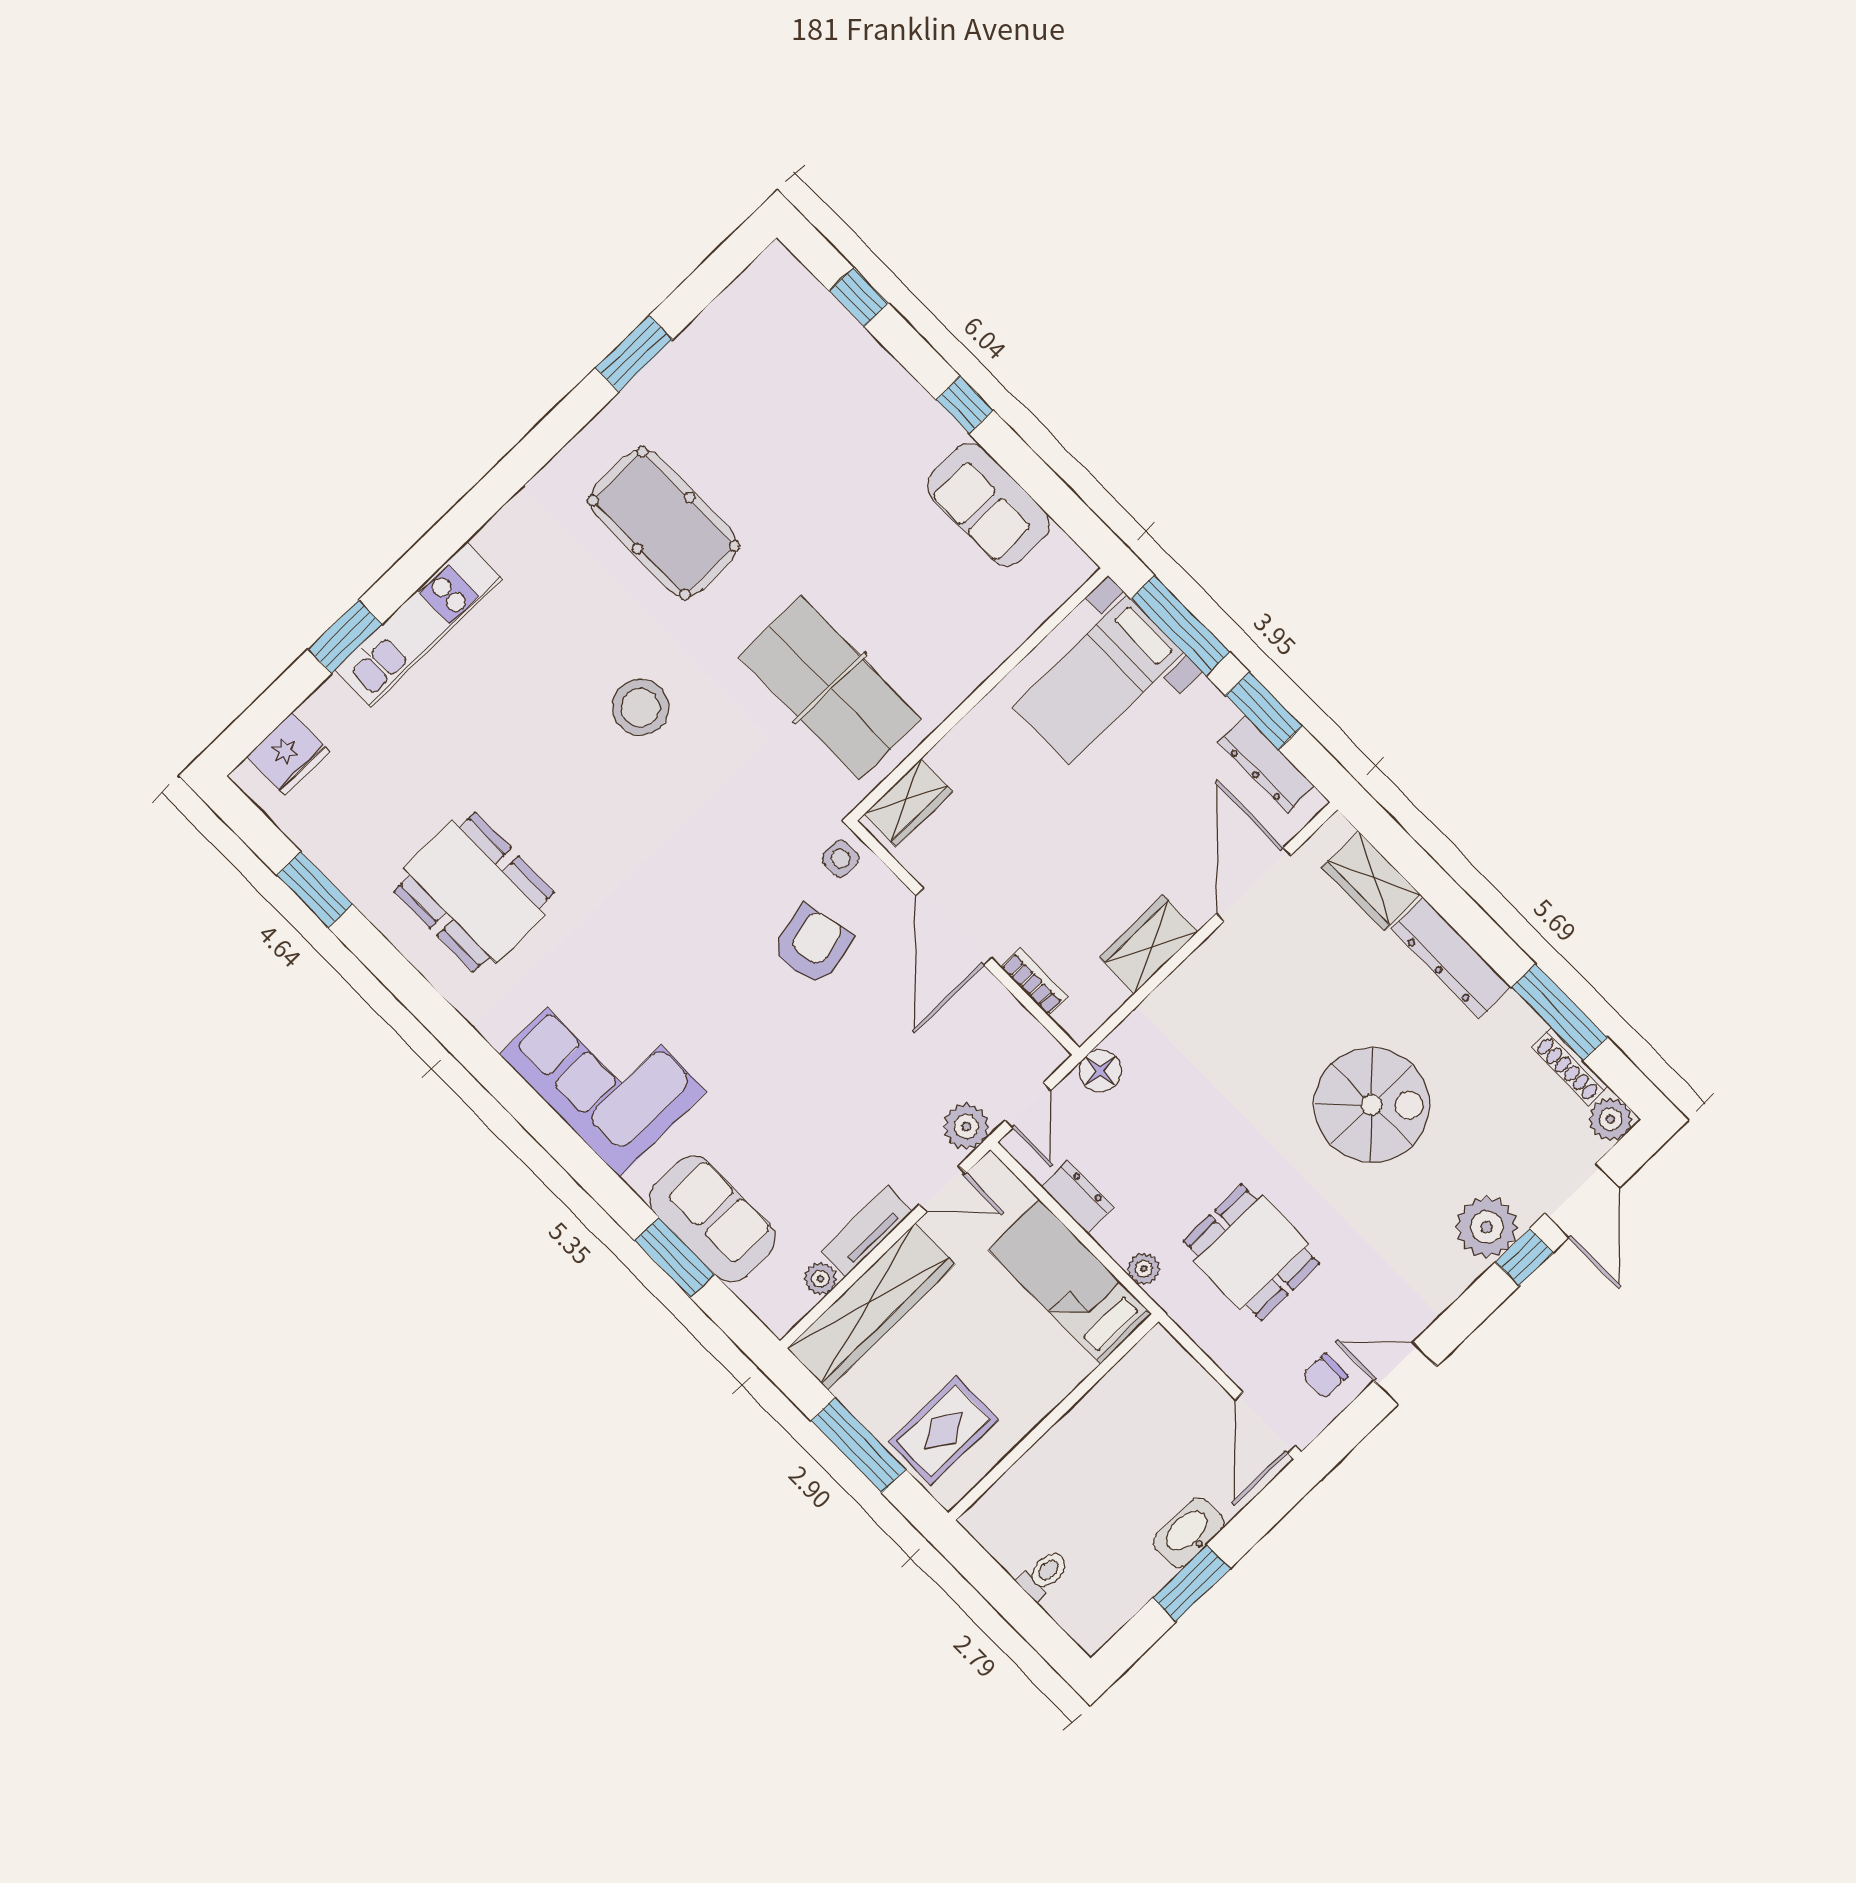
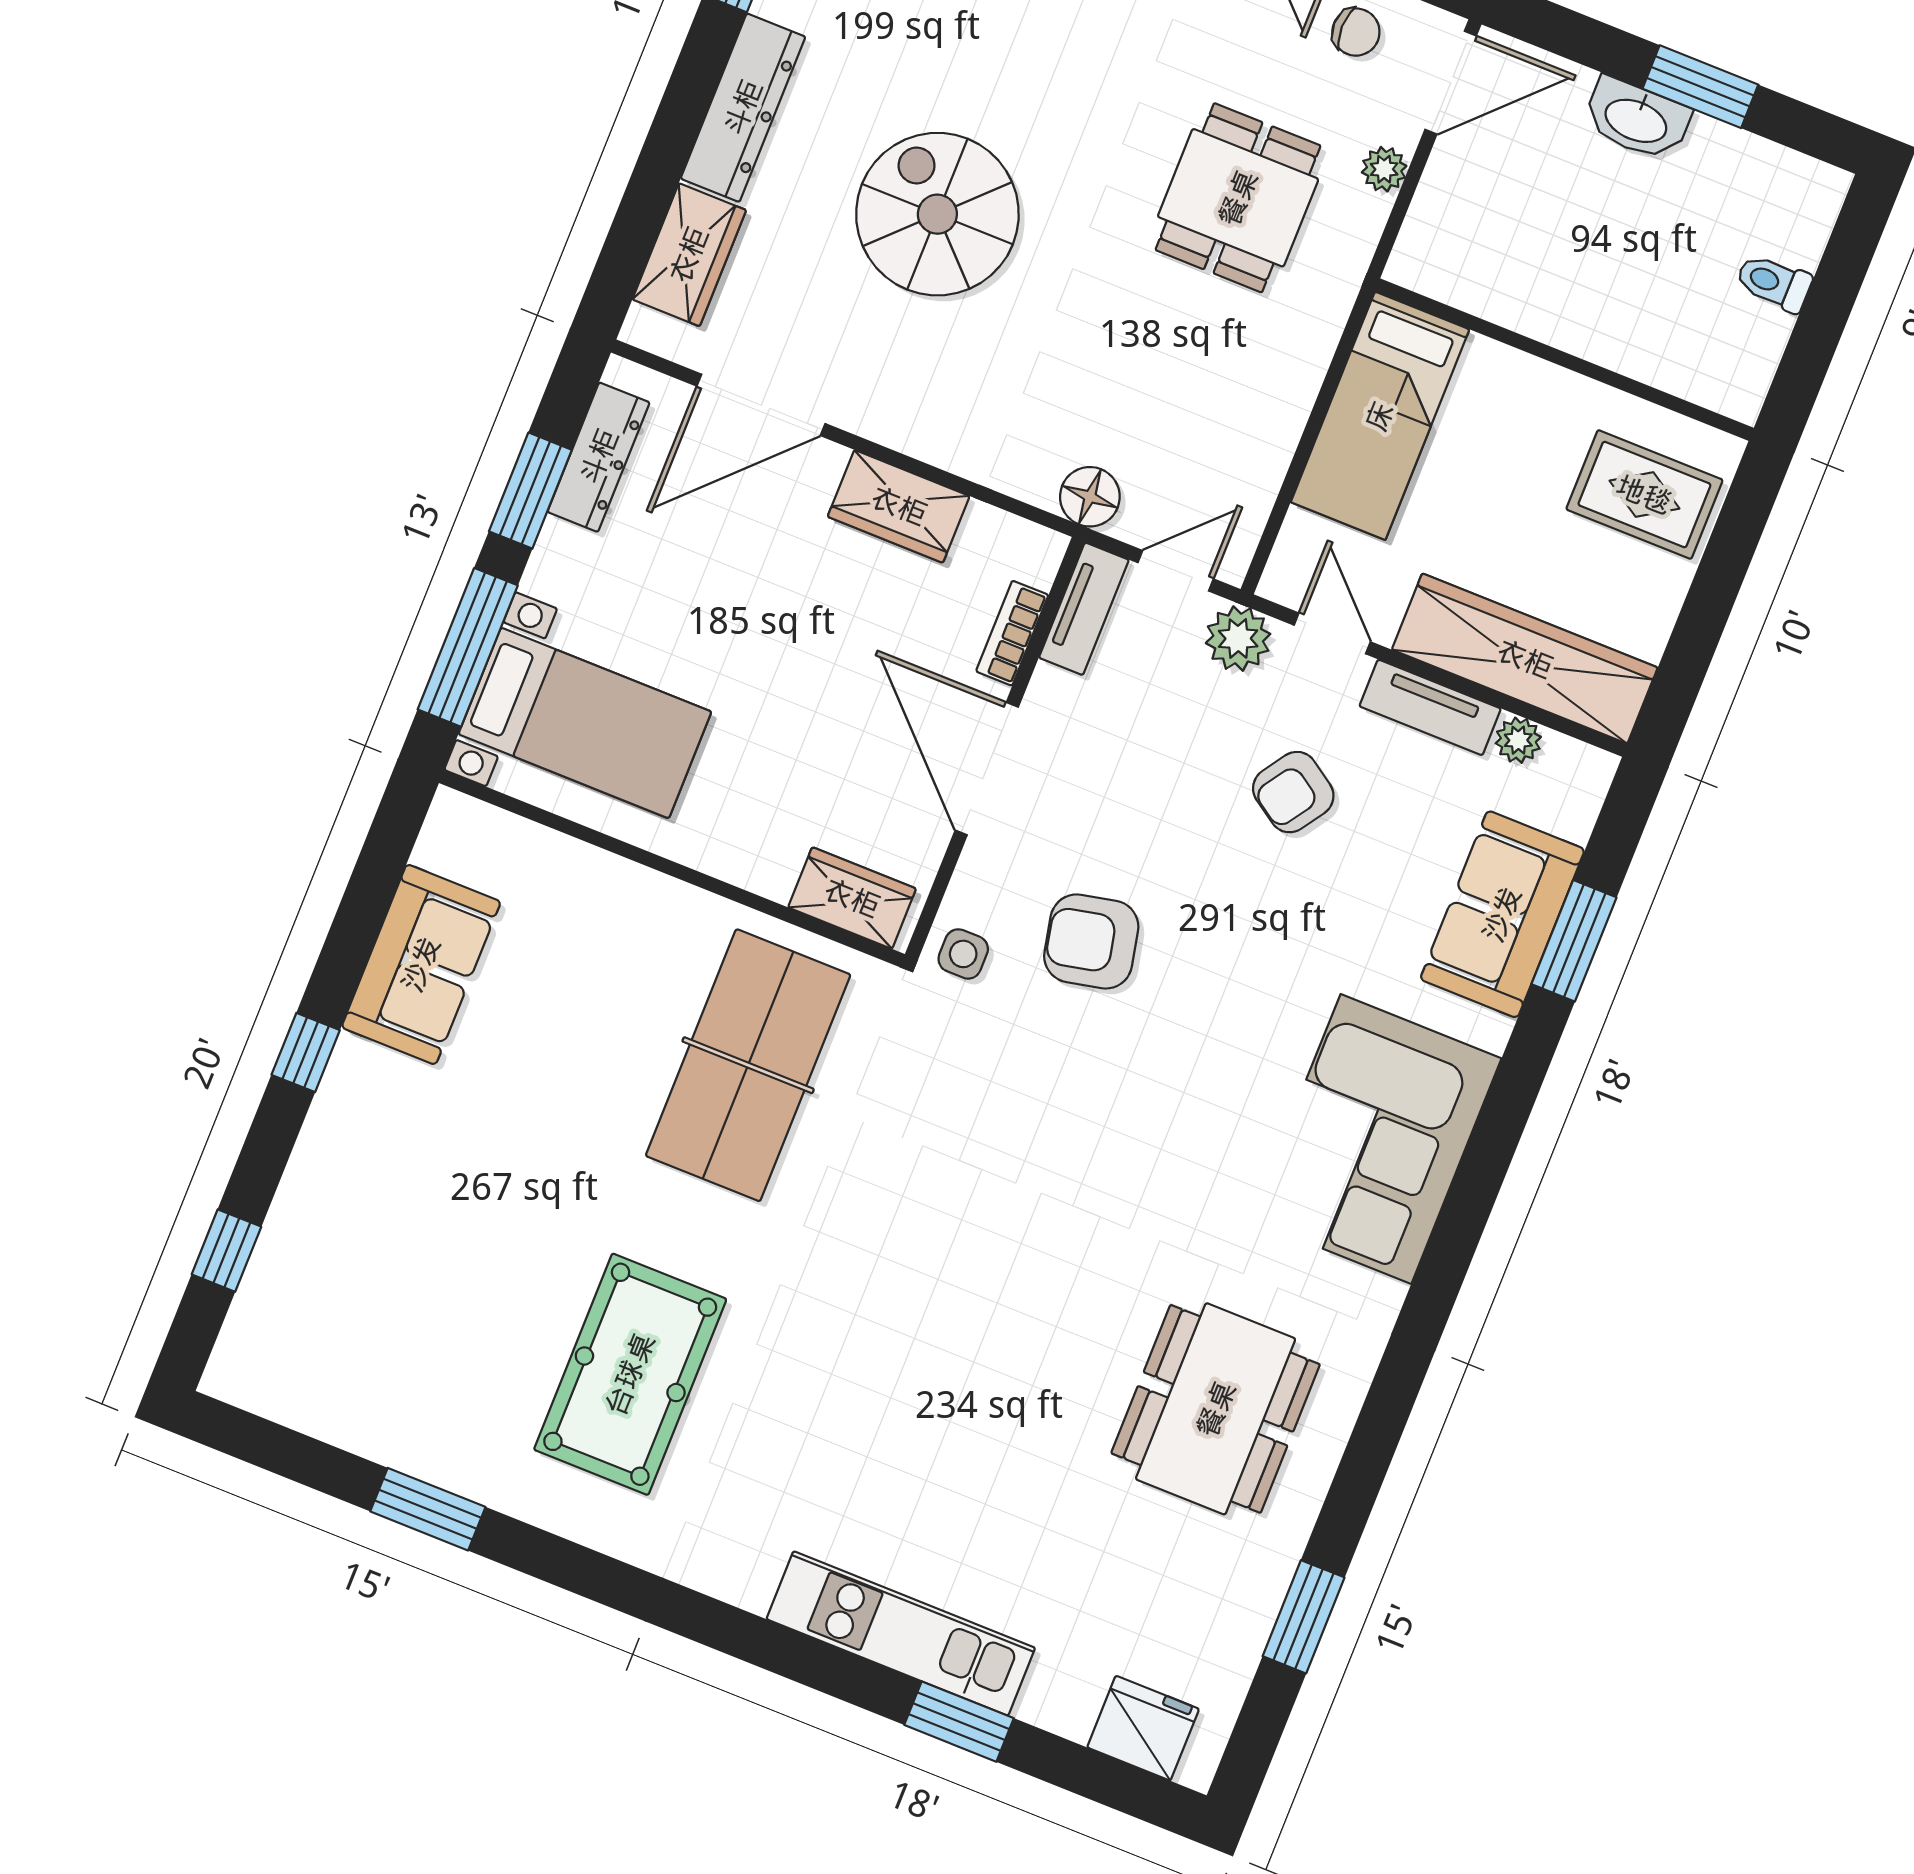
stool: (641, 707) -> (882, 1299), removed
door: (954, 927) -> (987, 769), swing flipped
tv unit: (1029, 1035) -> (1084, 609), added
spiral stairs: (1372, 1105) -> (937, 214), moved
armchair: (851, 1118) -> (1293, 792), added
dresser: (1077, 1197) -> (1266, 455), removed
plant: (1144, 1269) -> (1384, 169), moved
window: (858, 1445) -> (1712, 596), removed

